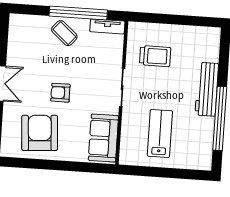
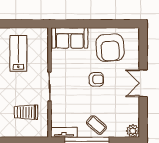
plant: (17, 22) -> (133, 131), added
lab bench: (160, 133) -> (18, 53), turned 180
sofa: (103, 138) -> (70, 38), moved, turned 90

